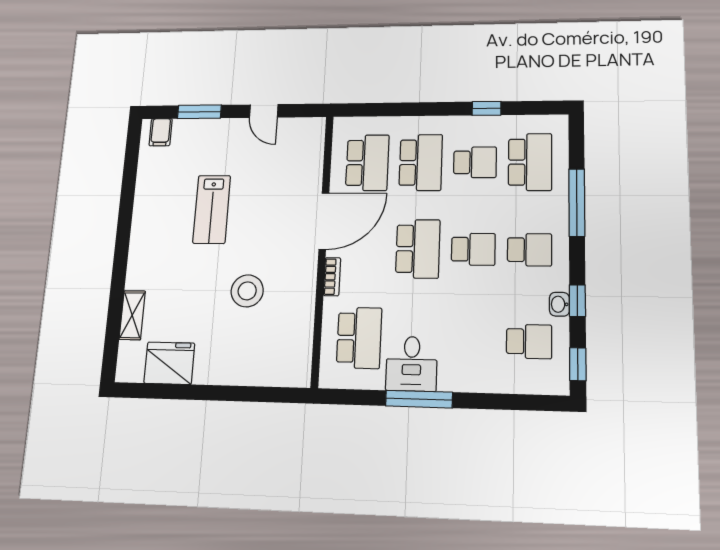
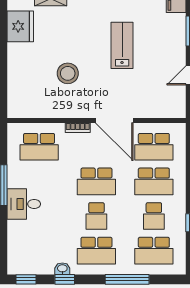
lab bench: (212, 209) -> (122, 45), turned 90
school desk: (530, 250) -> (96, 251), width x1.85
school desk: (529, 341) -> (39, 251), removed
desk: (412, 364) -> (24, 204), moved

